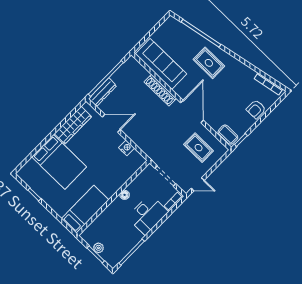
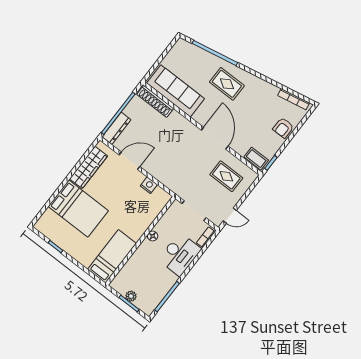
shoe rack: (160, 90) -> (155, 101), moved

